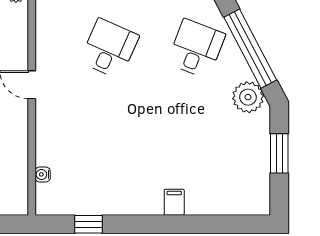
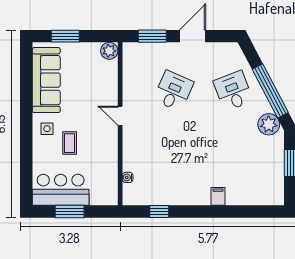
desk: (196, 49) -> (233, 91), turned -42

